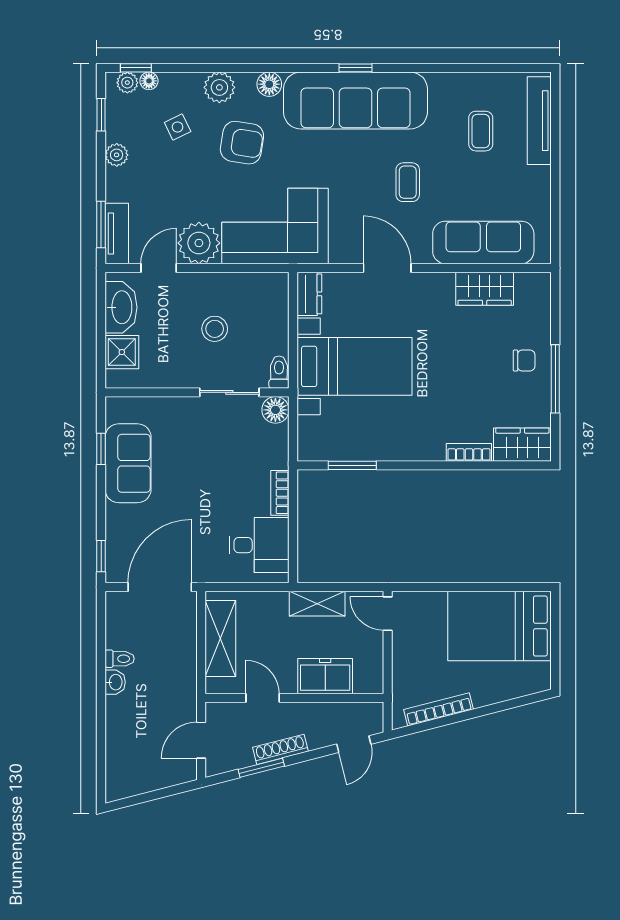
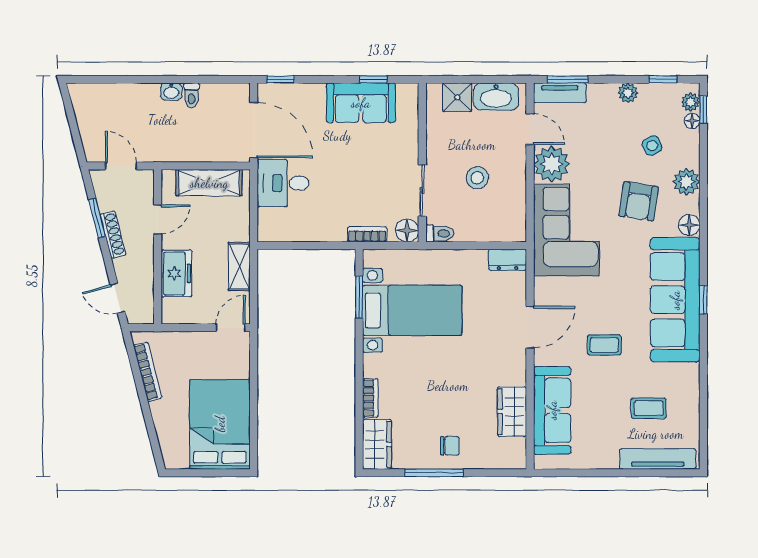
chair: (524, 361) -> (450, 446), turned -90
bed with nightstands: (354, 366) -> (412, 310), moved, turned -90
bookcase: (280, 493) -> (367, 234), moved
desk: (259, 545) -> (283, 183), moved, turned 90

